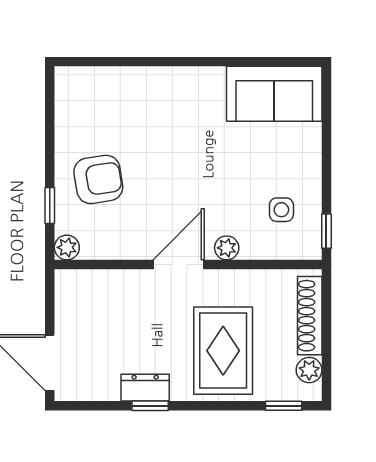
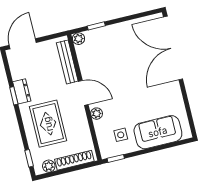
double door: (132, 62) -> (173, 48), added
sofa: (274, 94) -> (158, 132), moved, turned 90
armchair: (98, 179) -> (114, 46), removed
bench: (108, 281) -> (67, 62), added
rug: (223, 351) -> (48, 124), turned 90

